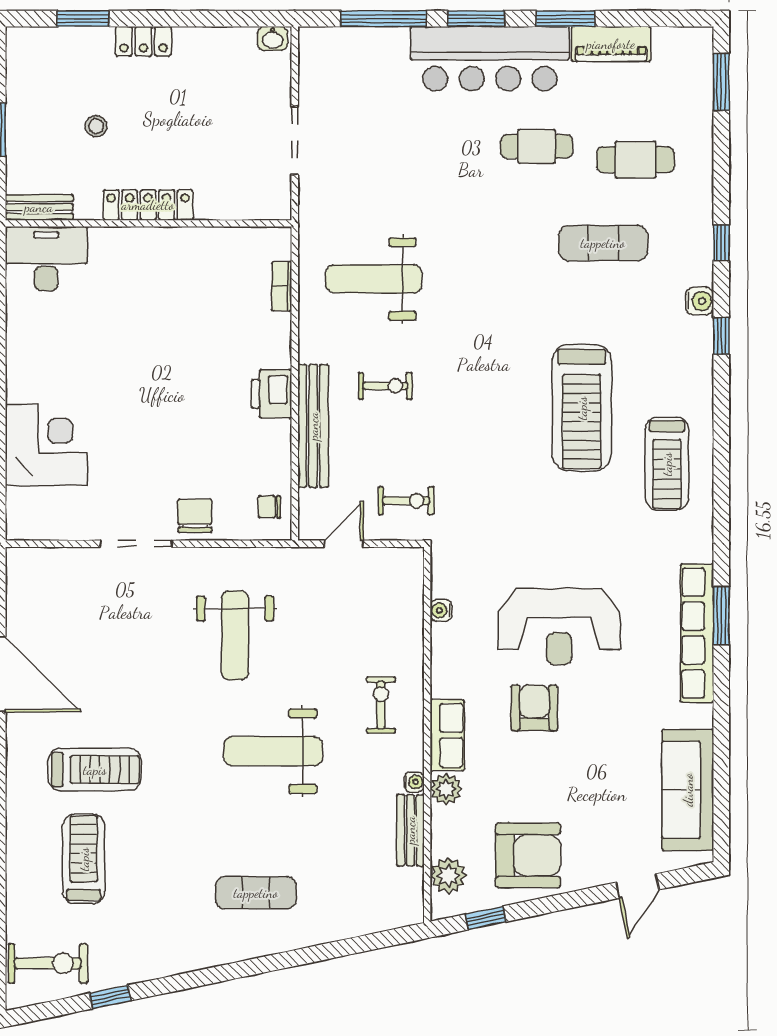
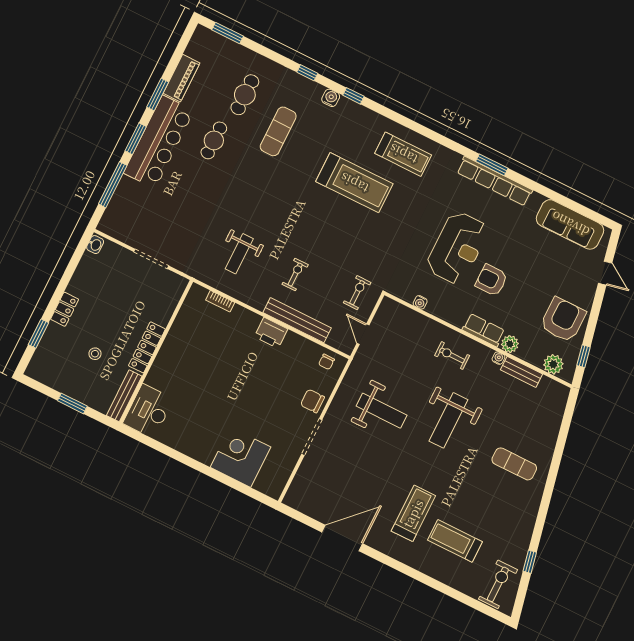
bench: (39, 207) -> (124, 396), width x1.36
weight bench: (374, 279) -> (239, 254), width x0.73, depth x0.75
exercise mat: (256, 893) -> (514, 464), turned 90

